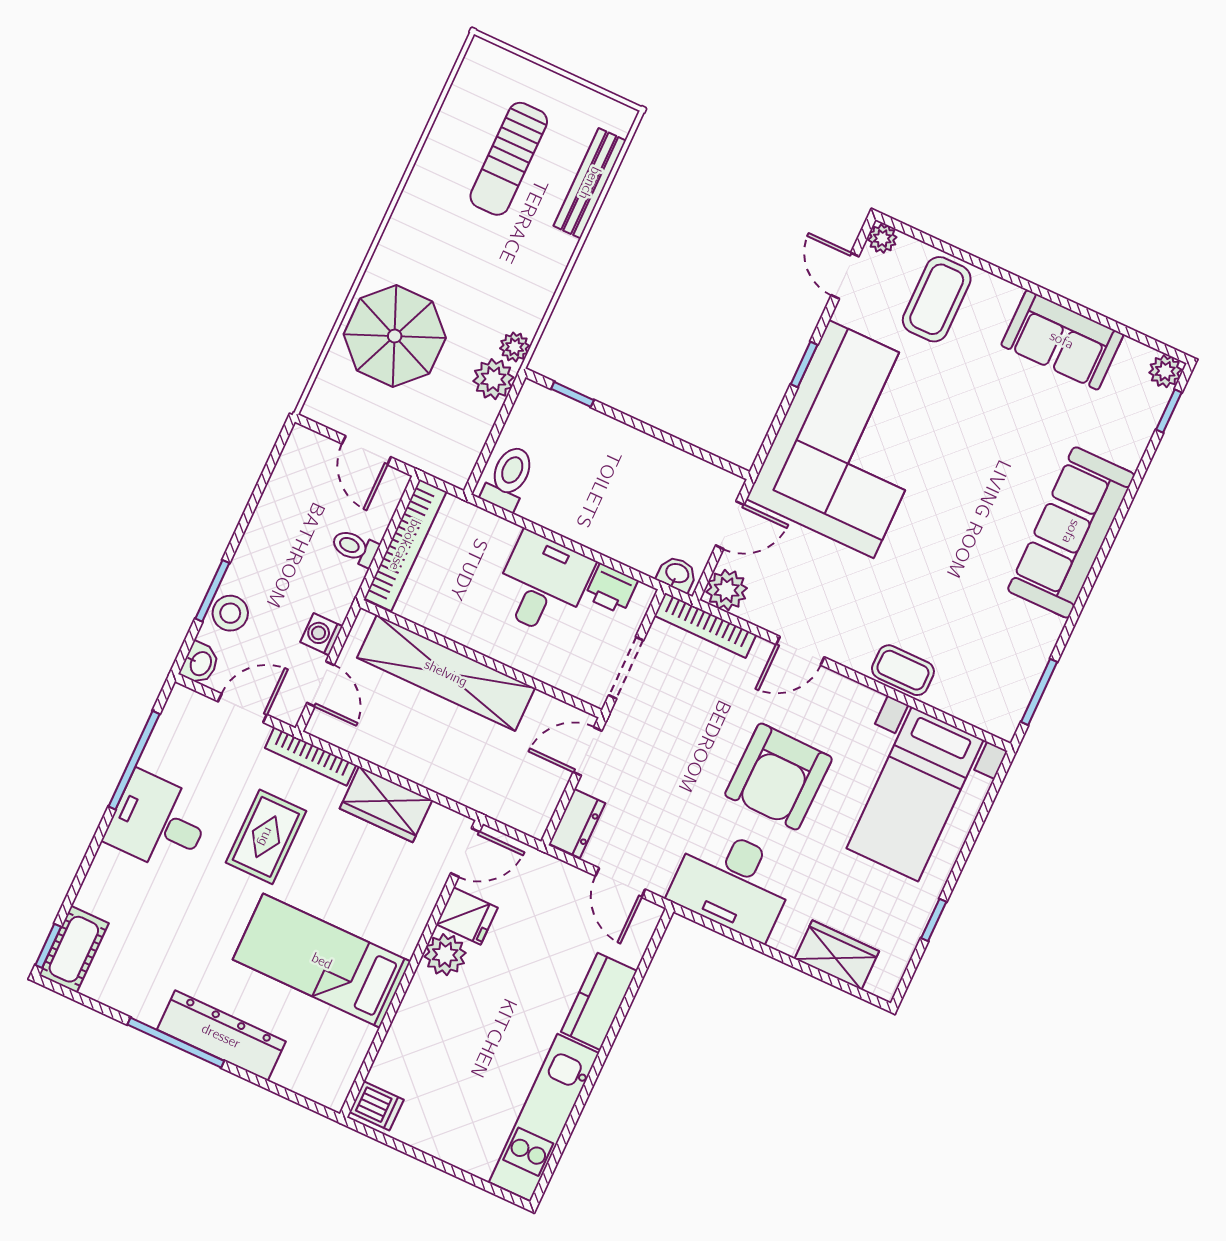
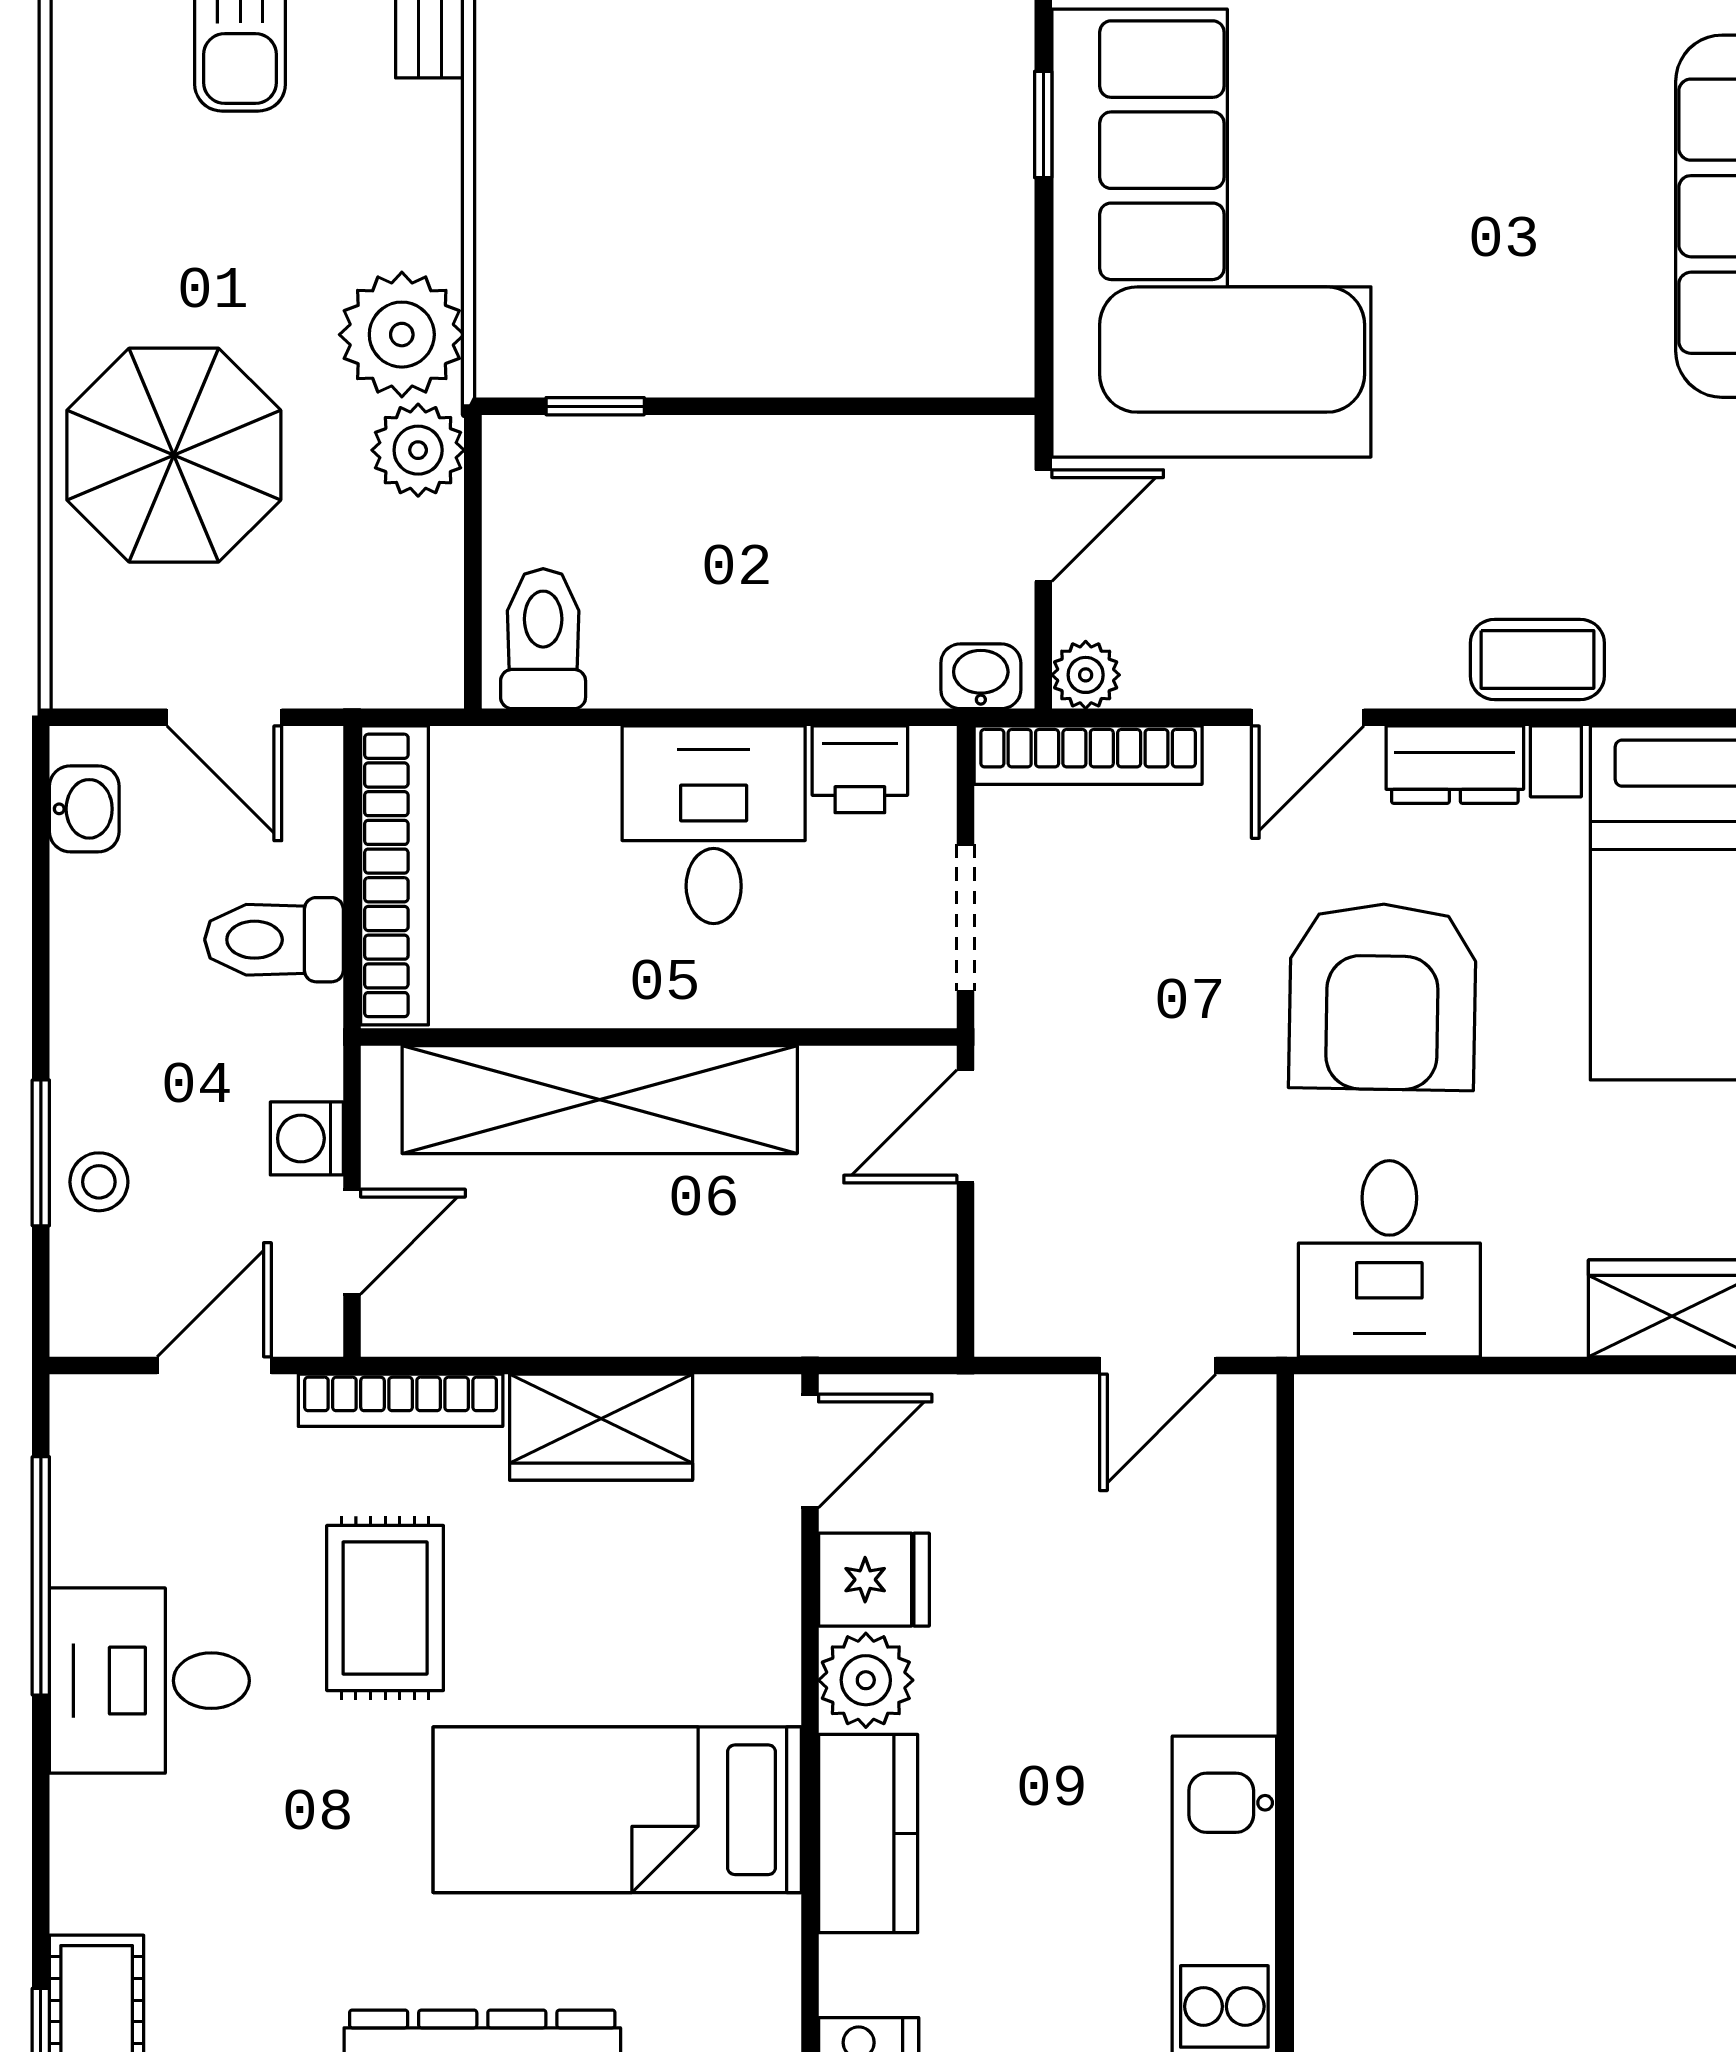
plant: (515, 347) -> (402, 335), width x1.88, depth x1.88
toilet: (355, 548) -> (274, 940), width x1.37, depth x1.39
plant: (727, 590) -> (1086, 675), width x0.73, depth x0.73
stool: (230, 613) -> (99, 1182), width x0.73, depth x0.73
washbasin: (200, 663) -> (84, 809), moved
door: (320, 684) -> (352, 1242), hinge flipped
dresser: (577, 823) -> (1455, 765), moved, turned 90
door: (620, 883) -> (1158, 1365), hinge flipped
desk: (733, 883) -> (1389, 1259), width x0.73
kitchen counter: (599, 1001) -> (868, 1834), moved, turned 180

